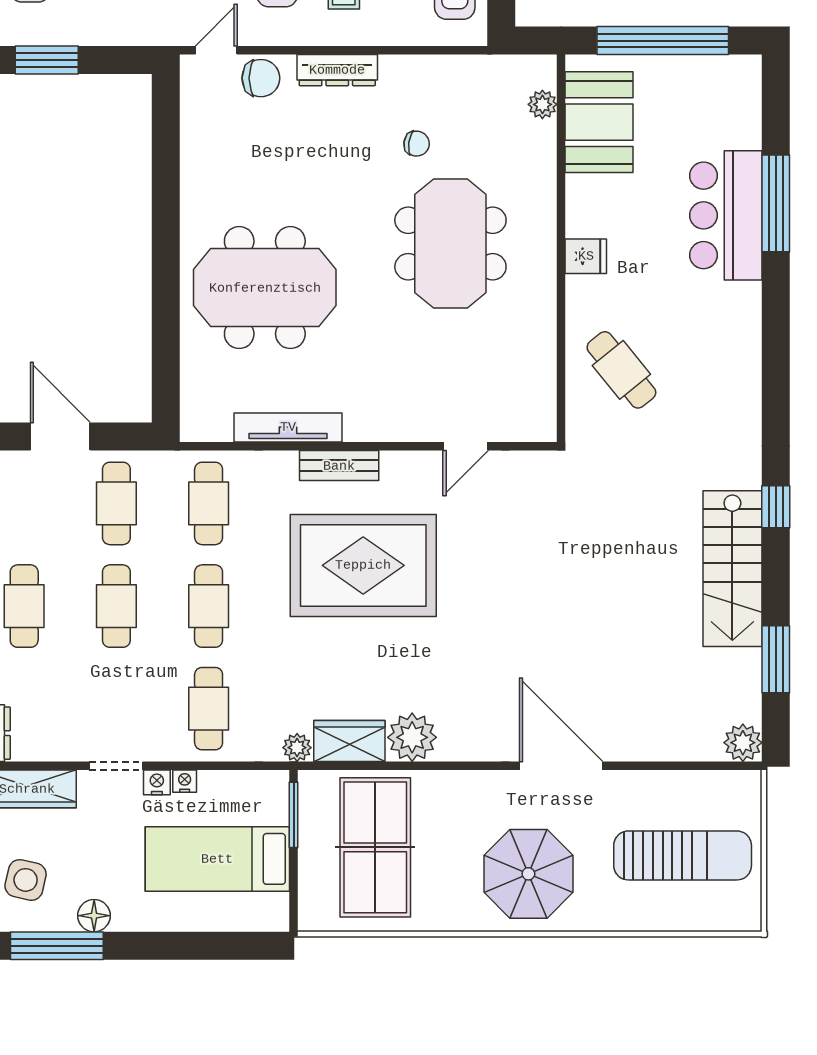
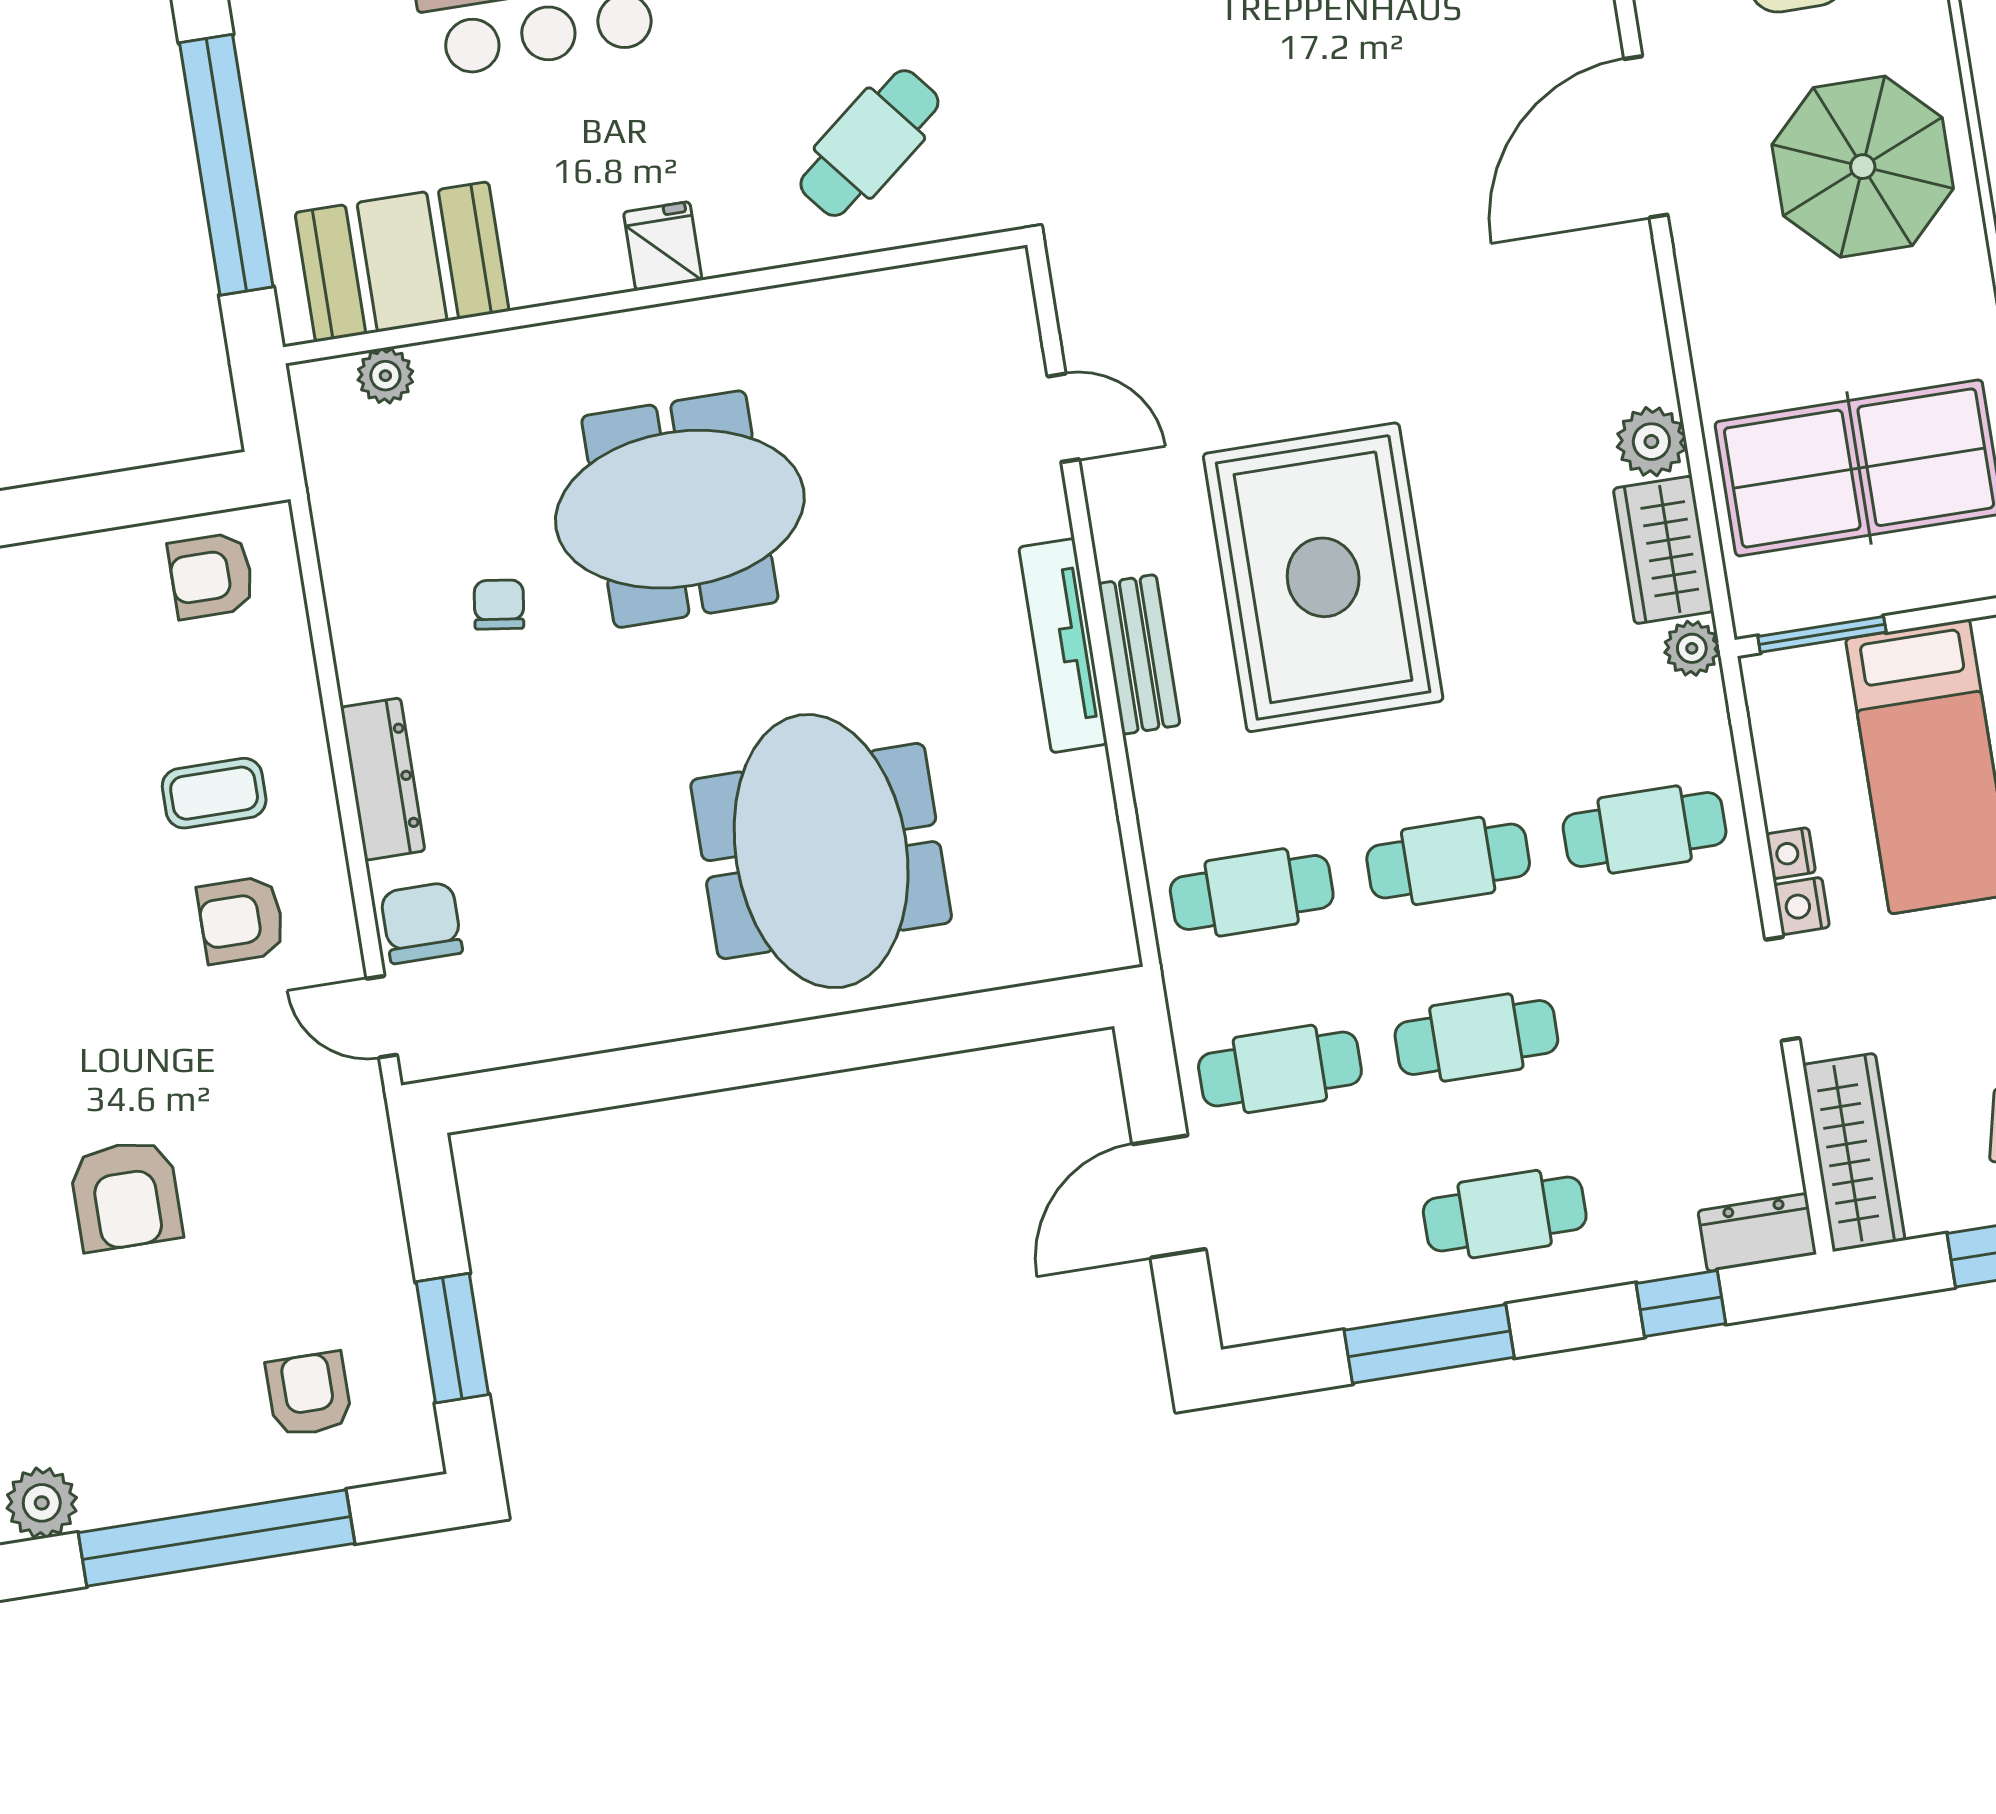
tv unit: (288, 427) -> (1063, 646), moved
plant: (412, 737) -> (1651, 442), width x0.73, depth x0.73

